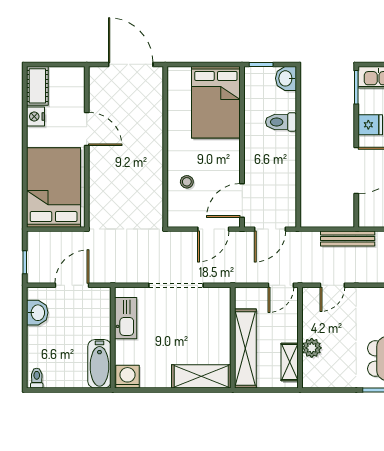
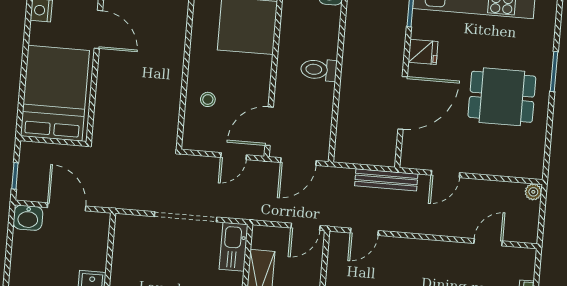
toilet: (281, 122) -> (319, 70), moved
door: (213, 229) -> (234, 156), width x0.73
door: (72, 285) -> (67, 207), hinge flipped
washbasin: (37, 313) -> (28, 218), moved, turned 90
kitchen sink: (126, 318) -> (234, 247), moved, turned 180

